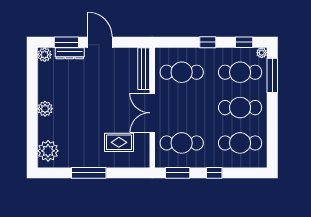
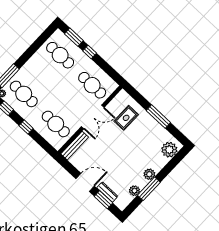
door: (100, 42) -> (85, 182), swing flipped
plant: (45, 55) -> (134, 191), moved
window: (32, 94) -> (149, 189), added
cafe table: (240, 108) -> (42, 75), removed
rug: (119, 142) -> (126, 118), turned 90
window: (178, 173) -> (74, 37), moved

